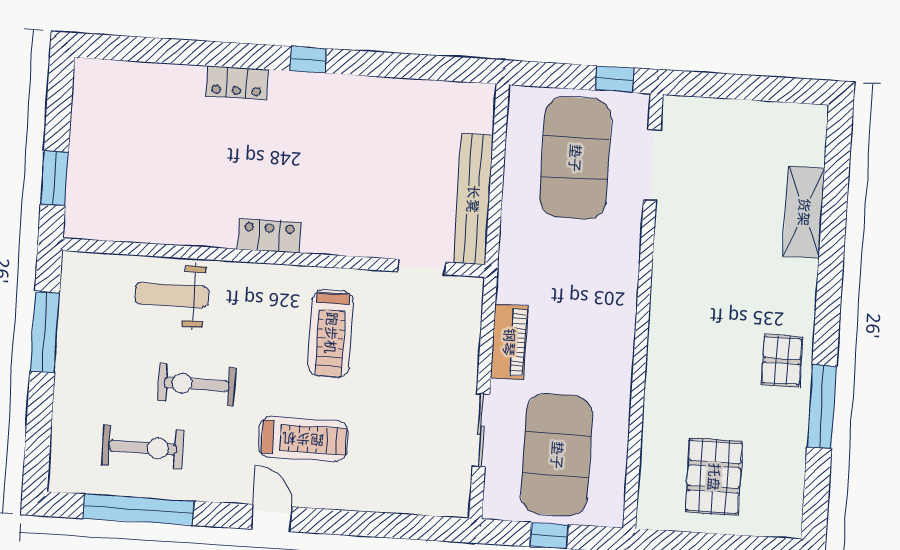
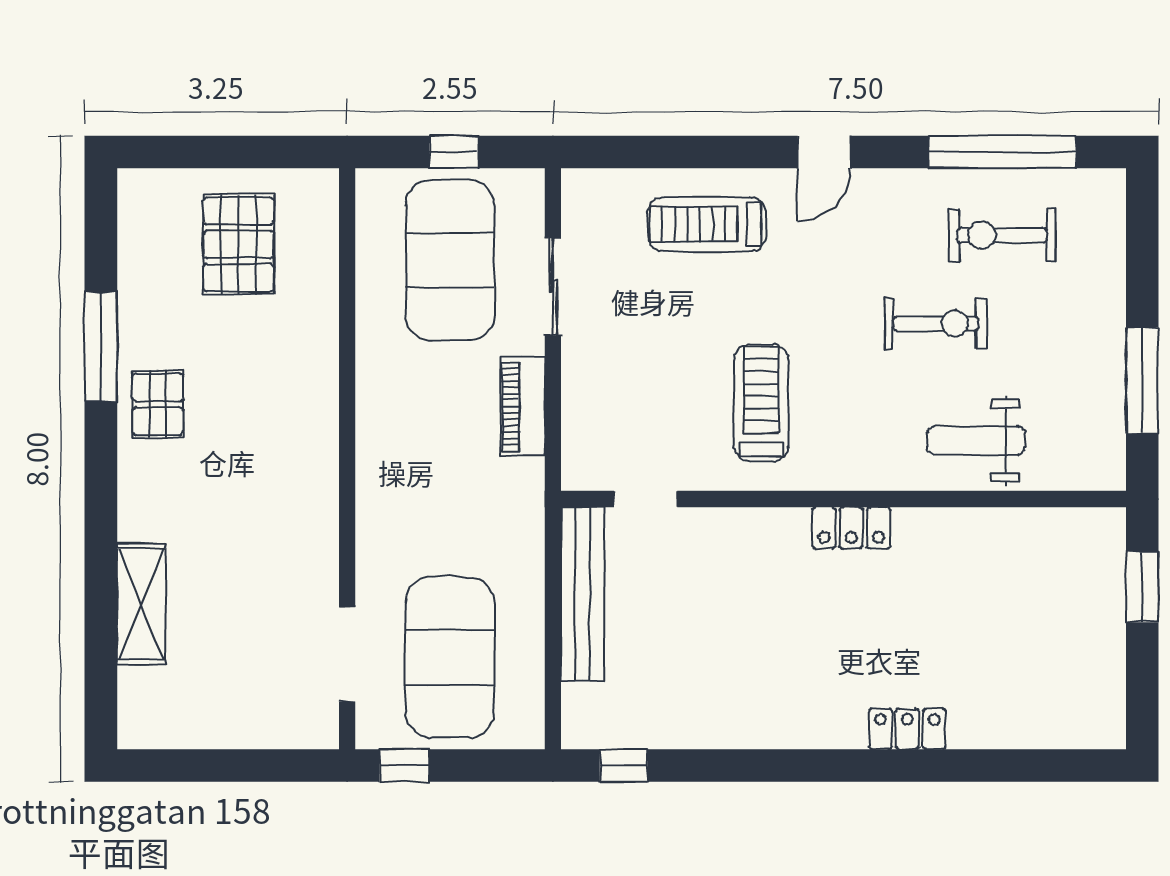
window: (308, 60) -> (624, 765), moved
weight bench: (172, 295) -> (976, 441), turned 180
treadmill: (303, 439) -> (707, 224), moved
door: (272, 518) -> (824, 152), hinge flipped

